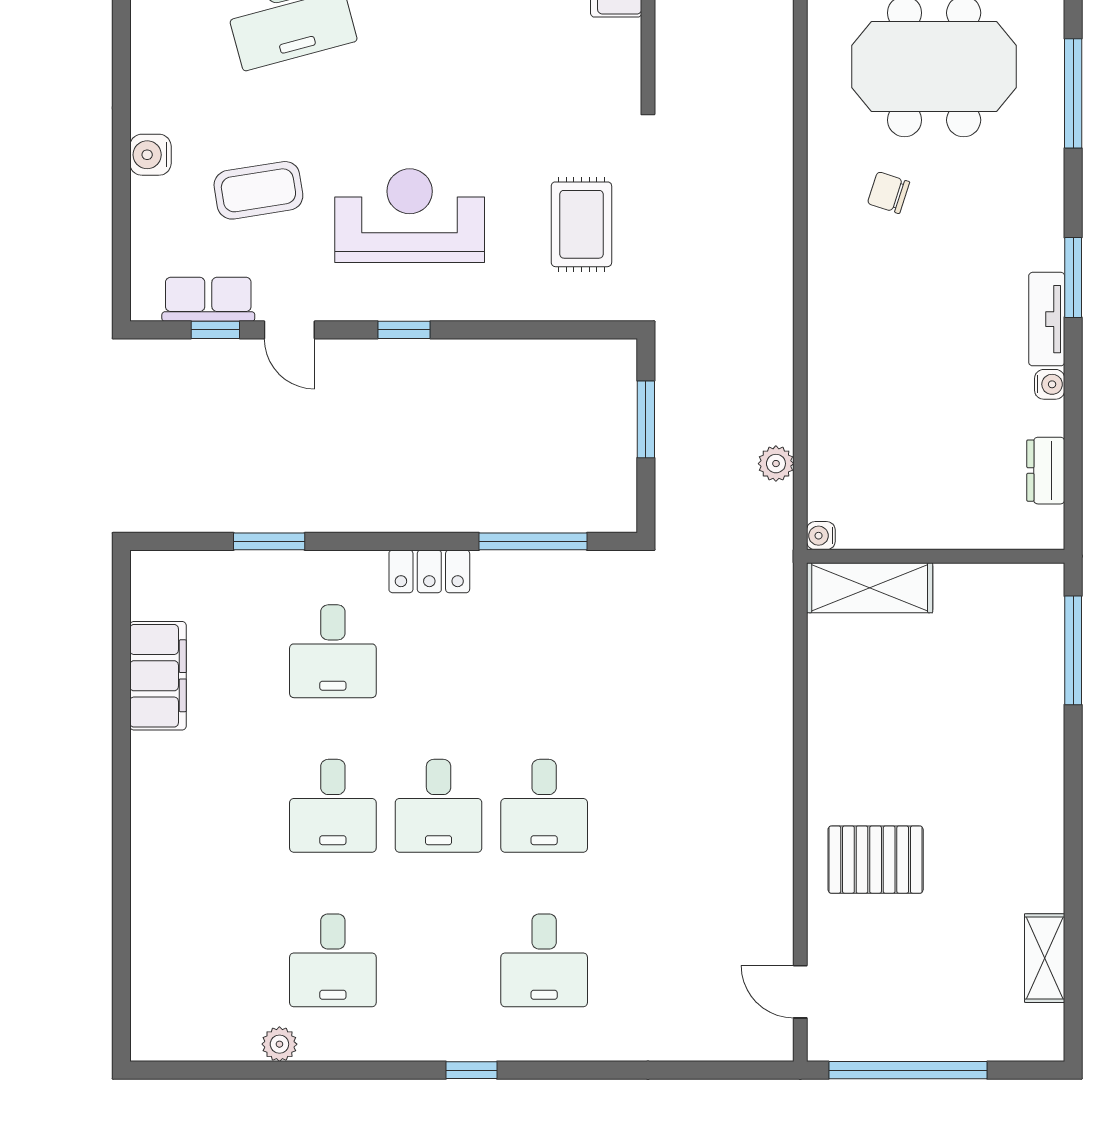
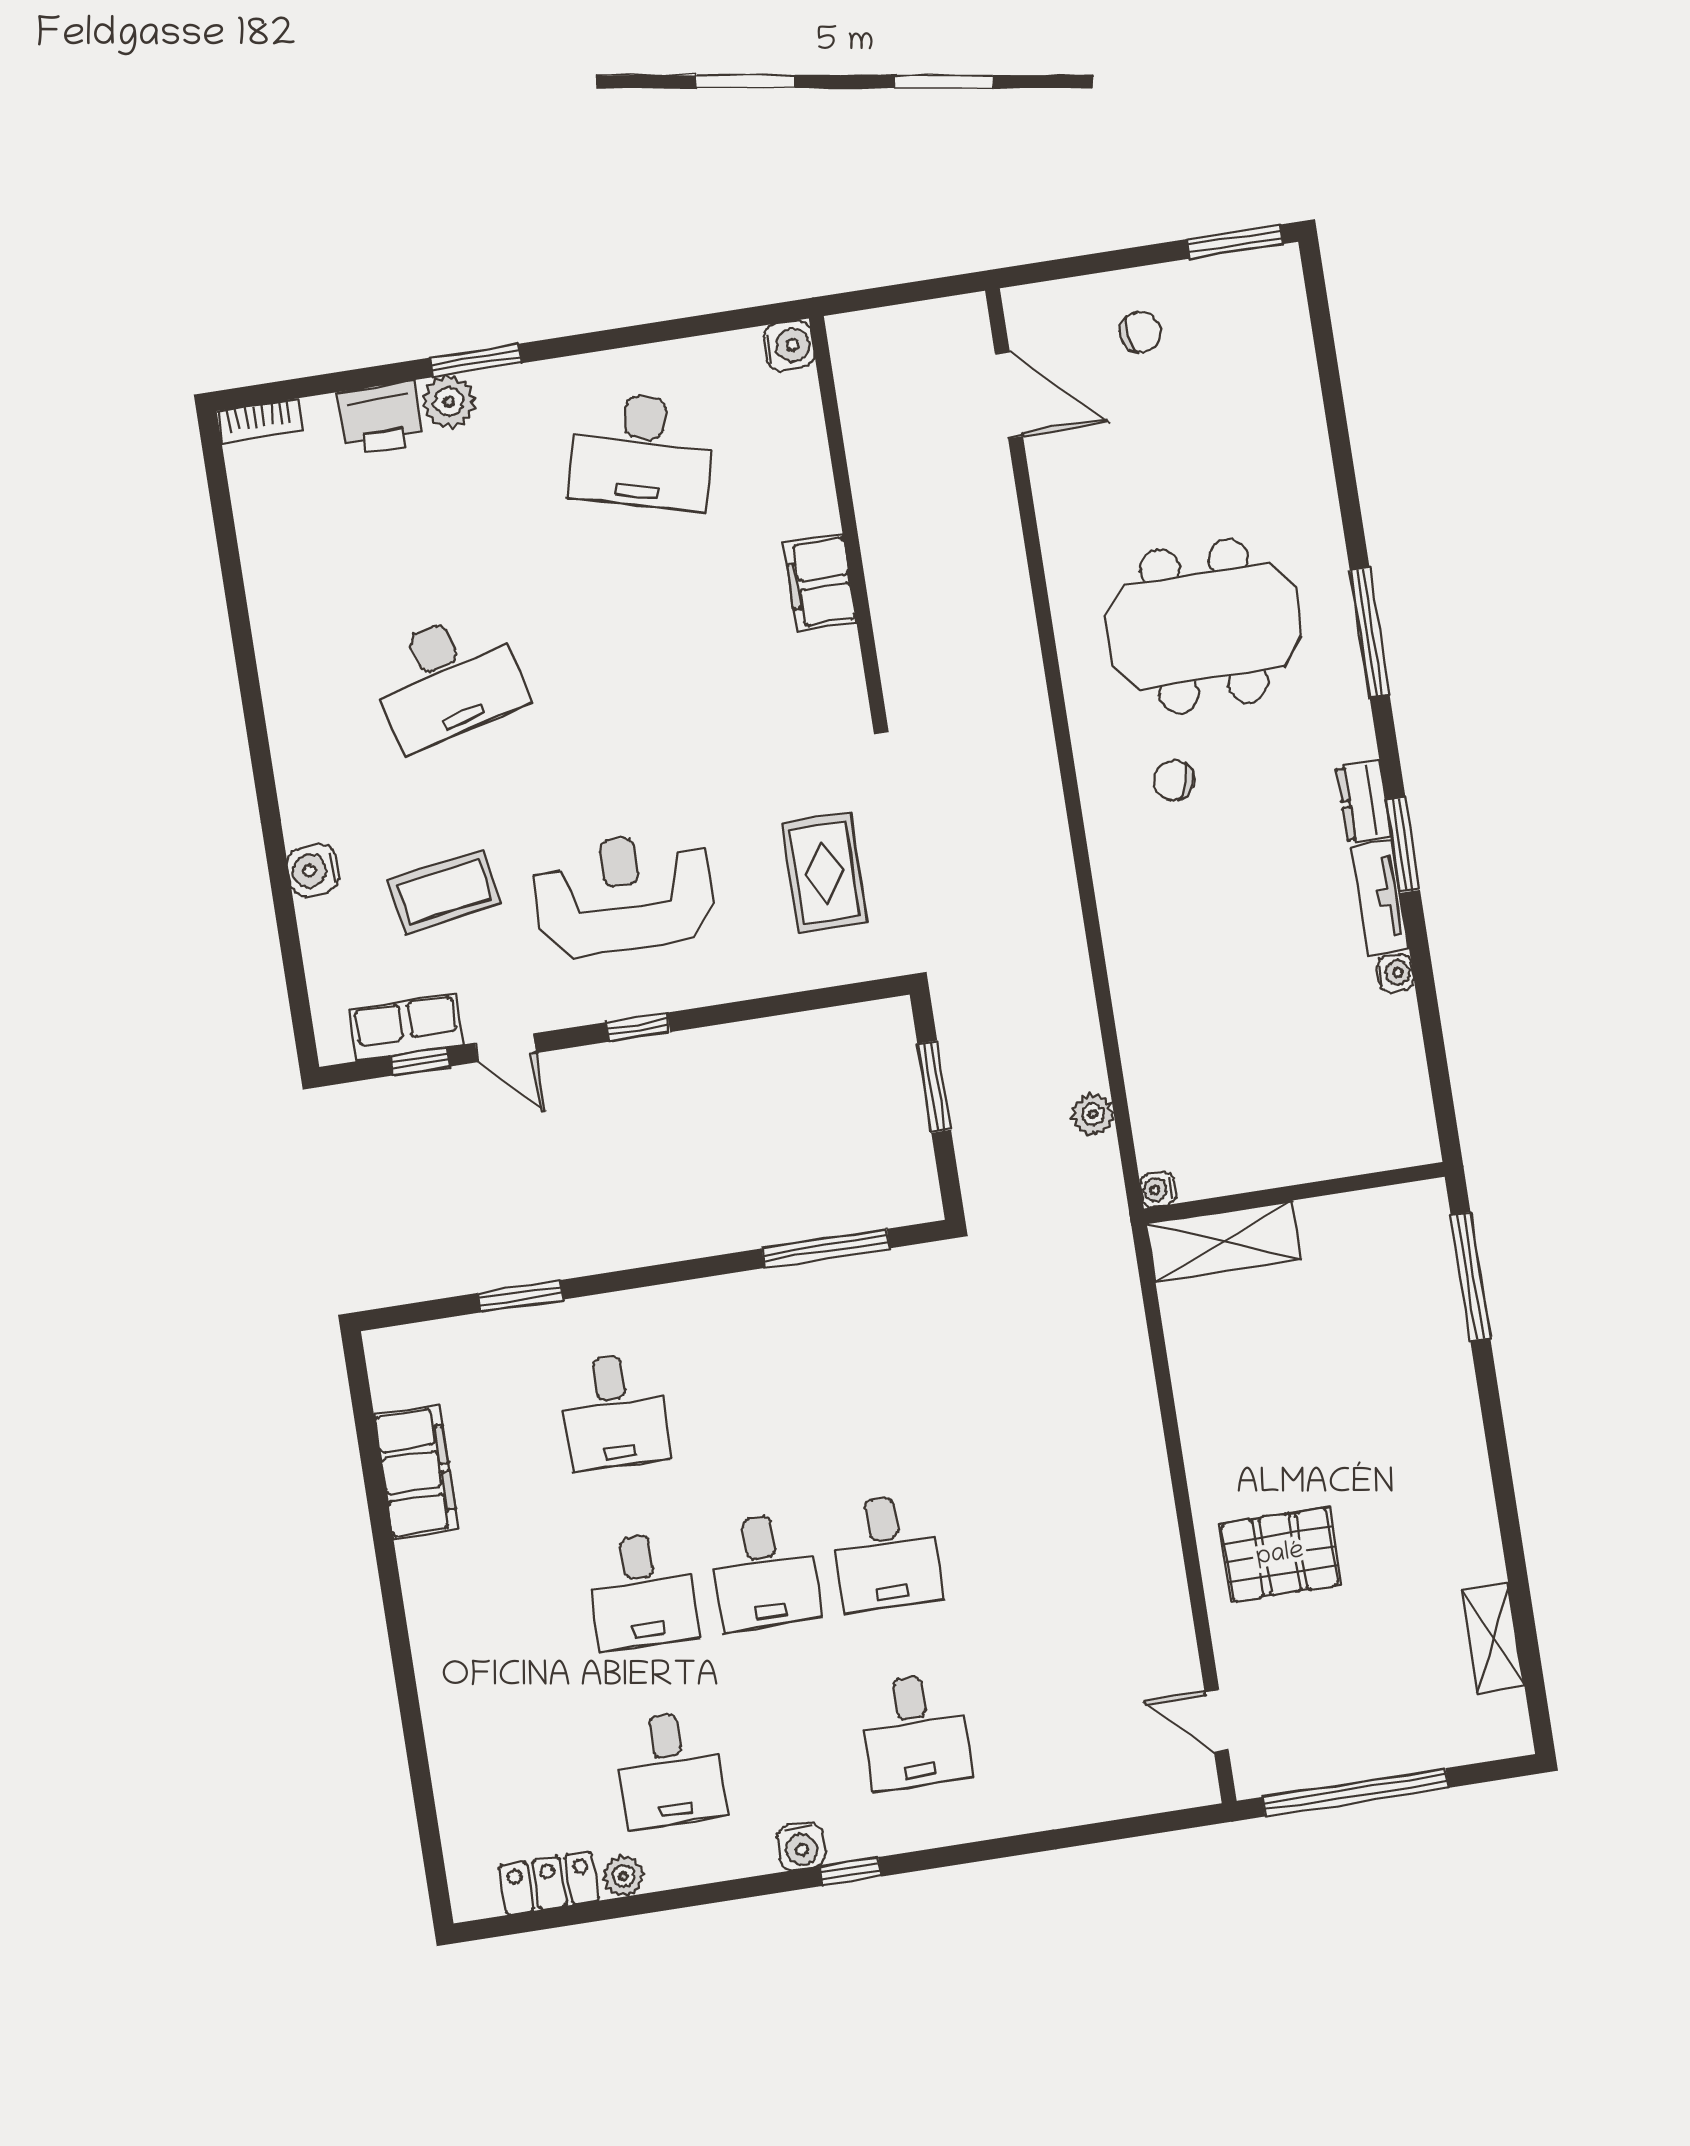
dresser: (1046, 471) -> (1364, 801), moved
locker: (429, 571) -> (549, 1883), moved, turned 180
water cooler: (433, 1042) -> (801, 1846), added

